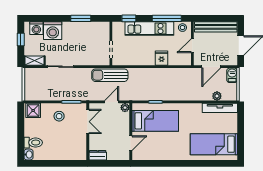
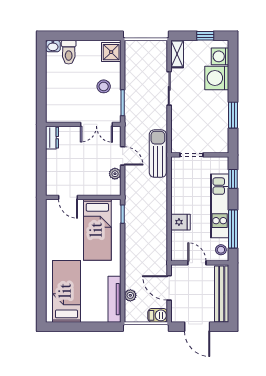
bed: (155, 121) -> (97, 230), moved
wall: (131, 132) -> (83, 197), moved
door: (131, 143) -> (68, 197), moved

